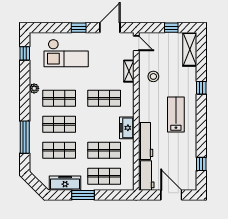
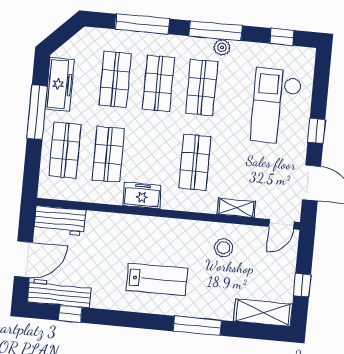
window: (201, 88) -> (197, 326), width x2.17
window: (25, 93) -> (216, 31), added
workbench: (146, 141) -> (59, 293), moved, turned 180
window: (83, 195) -> (37, 112), width x1.44

